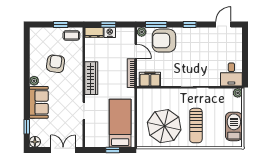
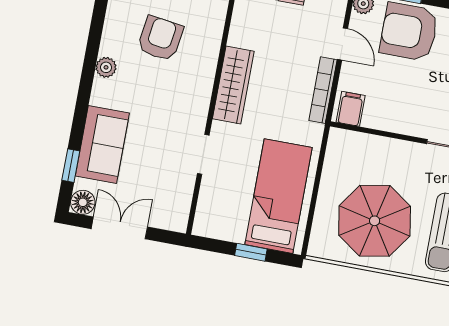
filing cabinet: (150, 79) -> (351, 109), width x0.50
sofa: (39, 102) -> (102, 144), moved
double door: (63, 150) -> (119, 228), moved

